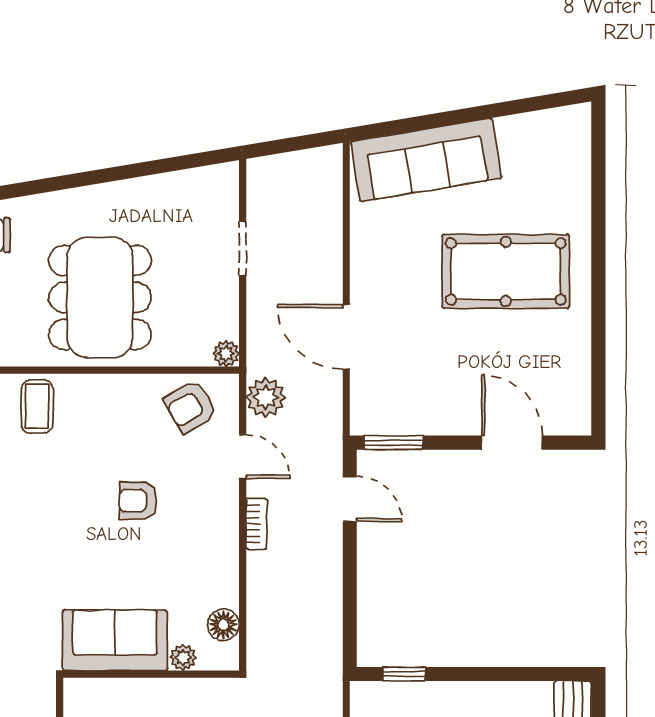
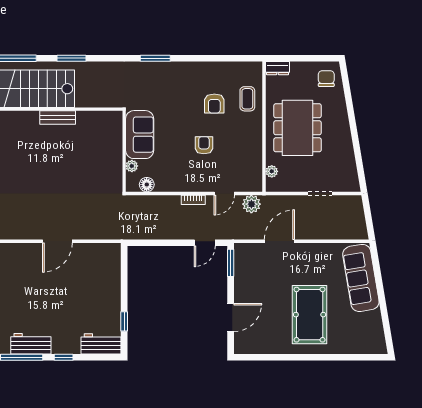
dining table: (100, 298) -> (298, 128), turned 90
plant: (226, 354) -> (272, 171), moved
coffee table: (37, 406) -> (247, 99), turned 90
armchair: (191, 407) -> (214, 104), moved, turned -150
window: (404, 674) -> (124, 321), moved

